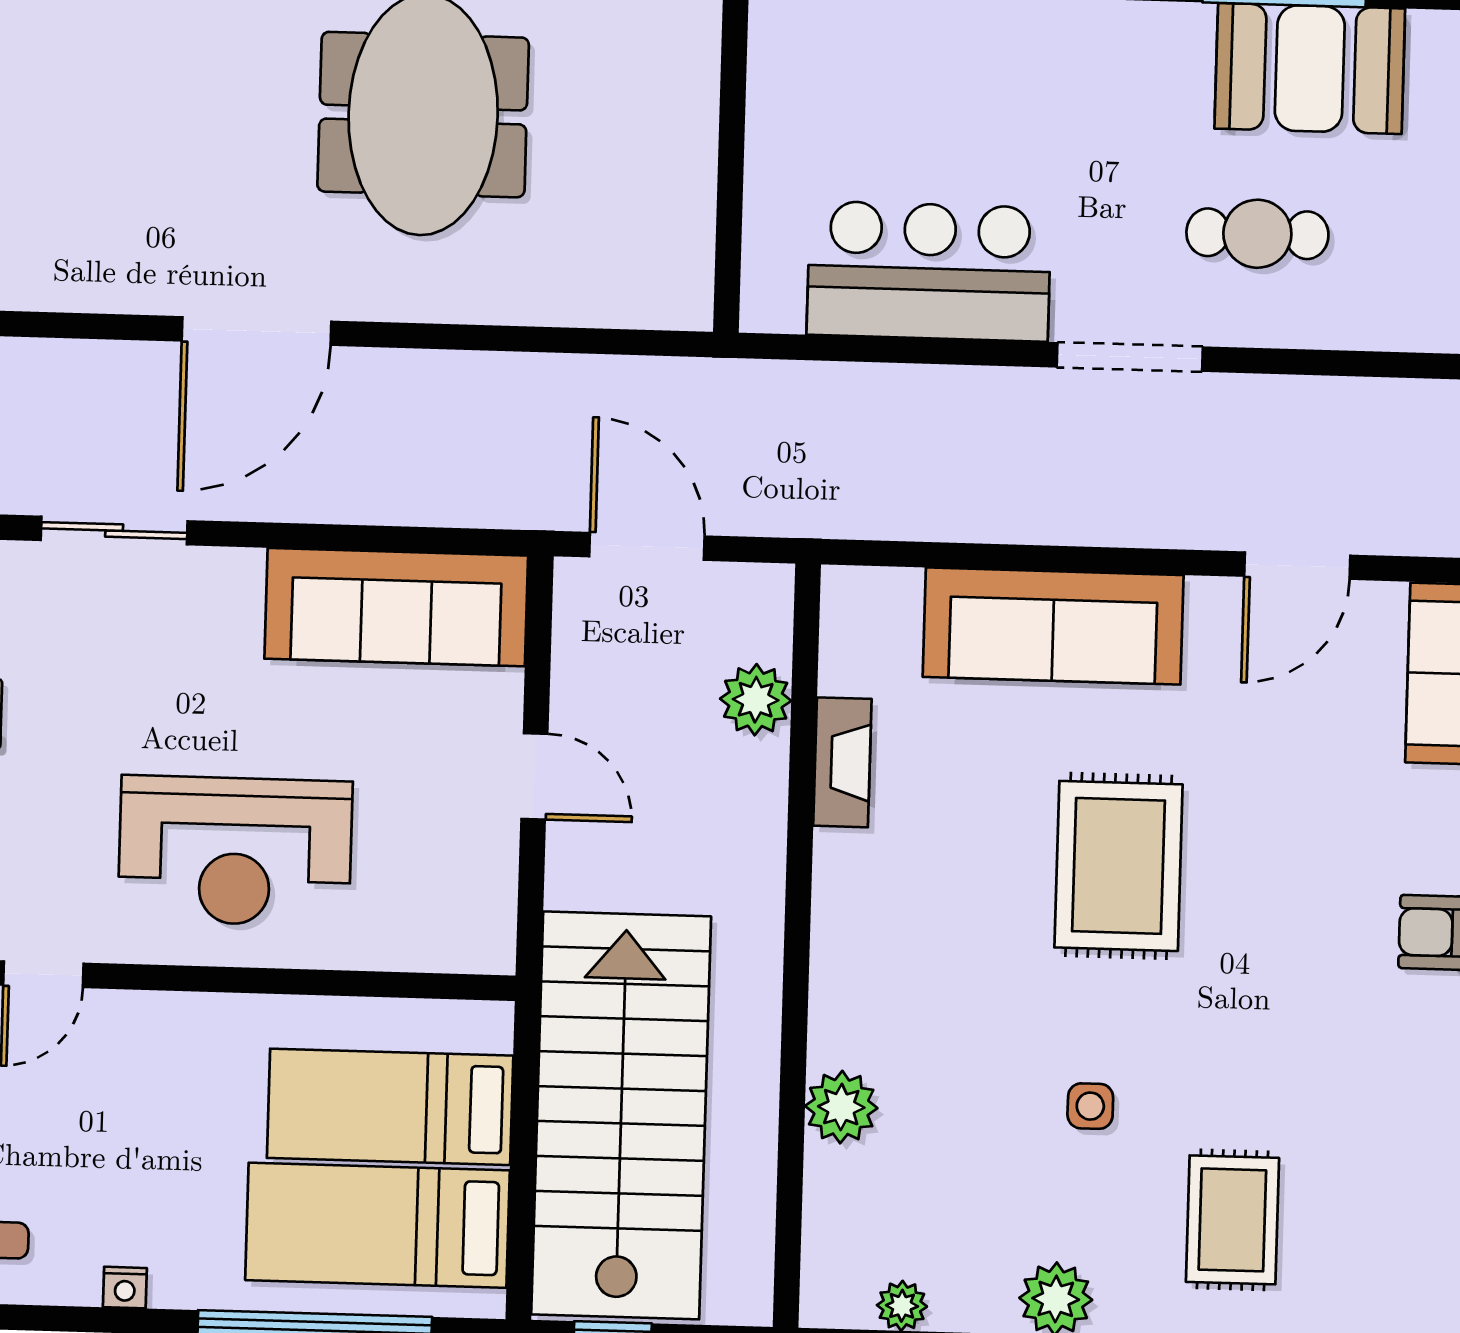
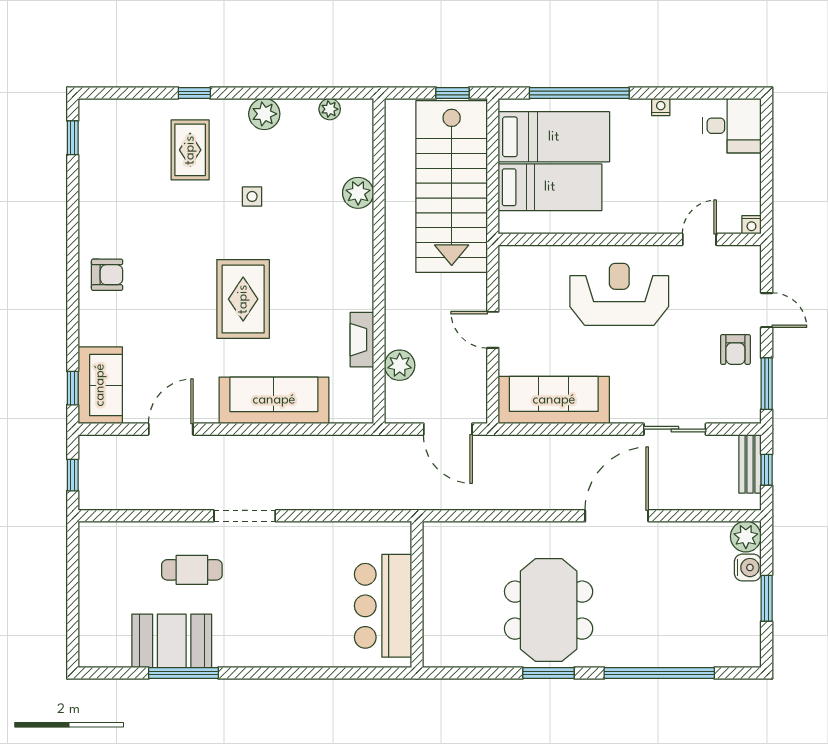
bar counter: (929, 271) -> (383, 606), moved, turned 90

